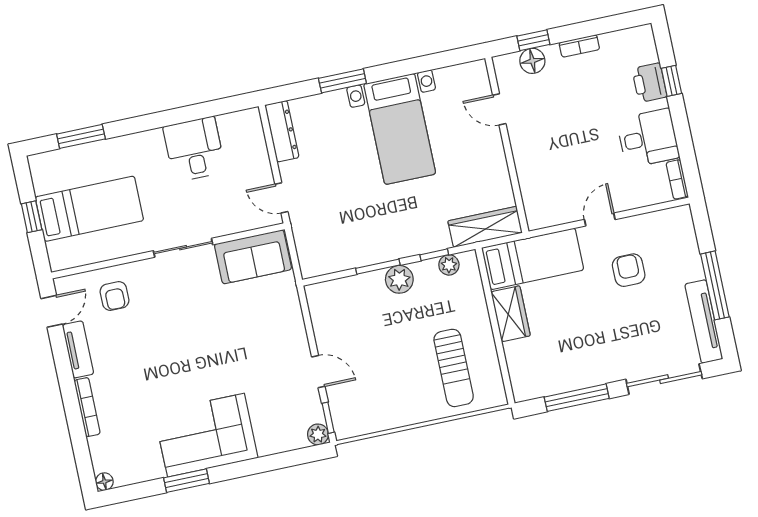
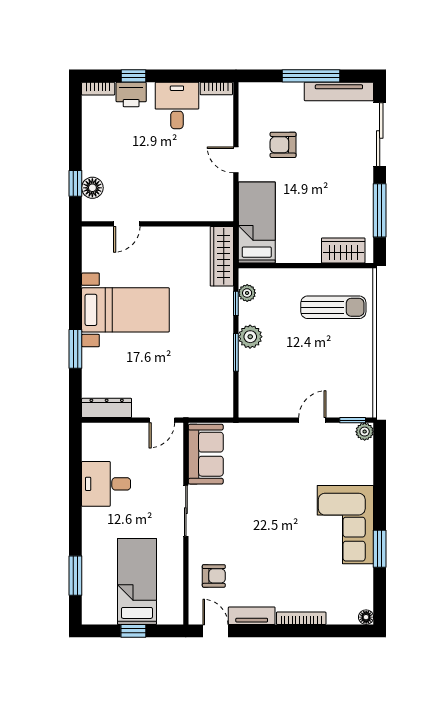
bookcase: (579, 46) -> (98, 89), moved, turned 90
wardrobe: (511, 314) -> (343, 250), moved

